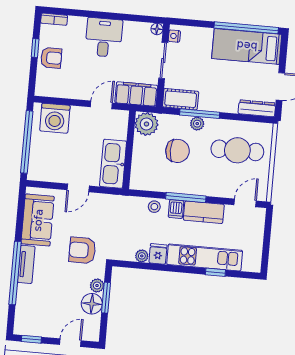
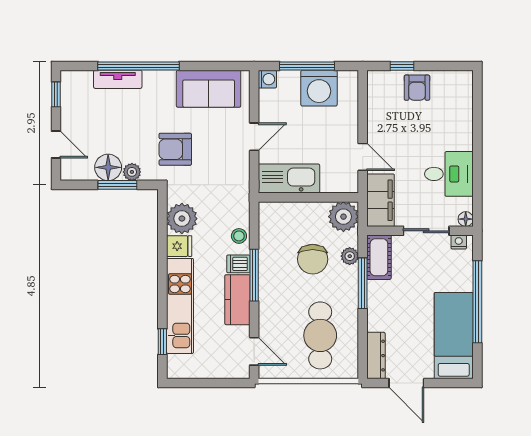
bookcase: (54, 19) -> (466, 87), removed
window: (246, 28) -> (477, 302), moved
desk: (104, 37) -> (449, 174), moved
window: (35, 48) -> (402, 66), moved
washing machine: (55, 118) -> (319, 88), moved, turned -90
plant: (197, 124) -> (350, 256), moved
window: (27, 142) -> (307, 66), width x0.68
washing machine: (34, 174) -> (267, 79), added
door: (78, 188) -> (254, 137), swing flipped
armchair: (82, 250) -> (175, 149), turned -90
plant: (142, 256) -> (182, 219), width x1.87, depth x1.87
tv unit: (26, 264) -> (118, 79), moved
window: (215, 272) -> (162, 342), moved

